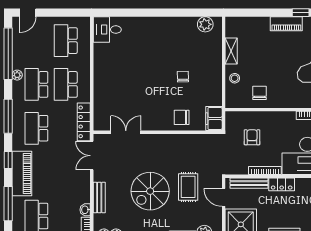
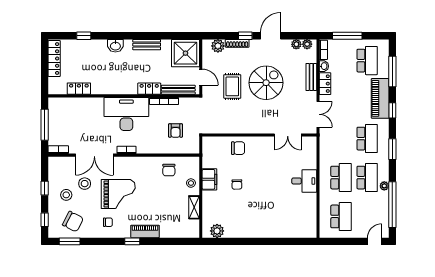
desk: (107, 30) -> (304, 181), moved
window: (8, 116) -> (392, 149), width x0.69
filing cabinet: (214, 119) -> (209, 179), moved
locker: (84, 122) -> (325, 84), moved, width x0.66

